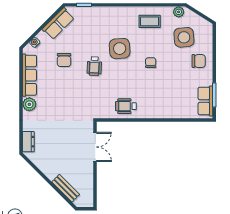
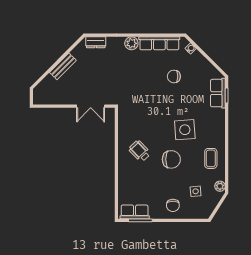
row of seats: (58, 24) -> (218, 93), moved, turned 45
side table: (184, 37) -> (196, 191), width x0.54, depth x0.54
chair: (151, 63) -> (171, 159), width x1.87, depth x1.87
wheelchair: (94, 66) -> (168, 105), removed
wheelchair: (126, 106) -> (140, 151), moved, turned -44
bench: (66, 188) -> (63, 66), moved

